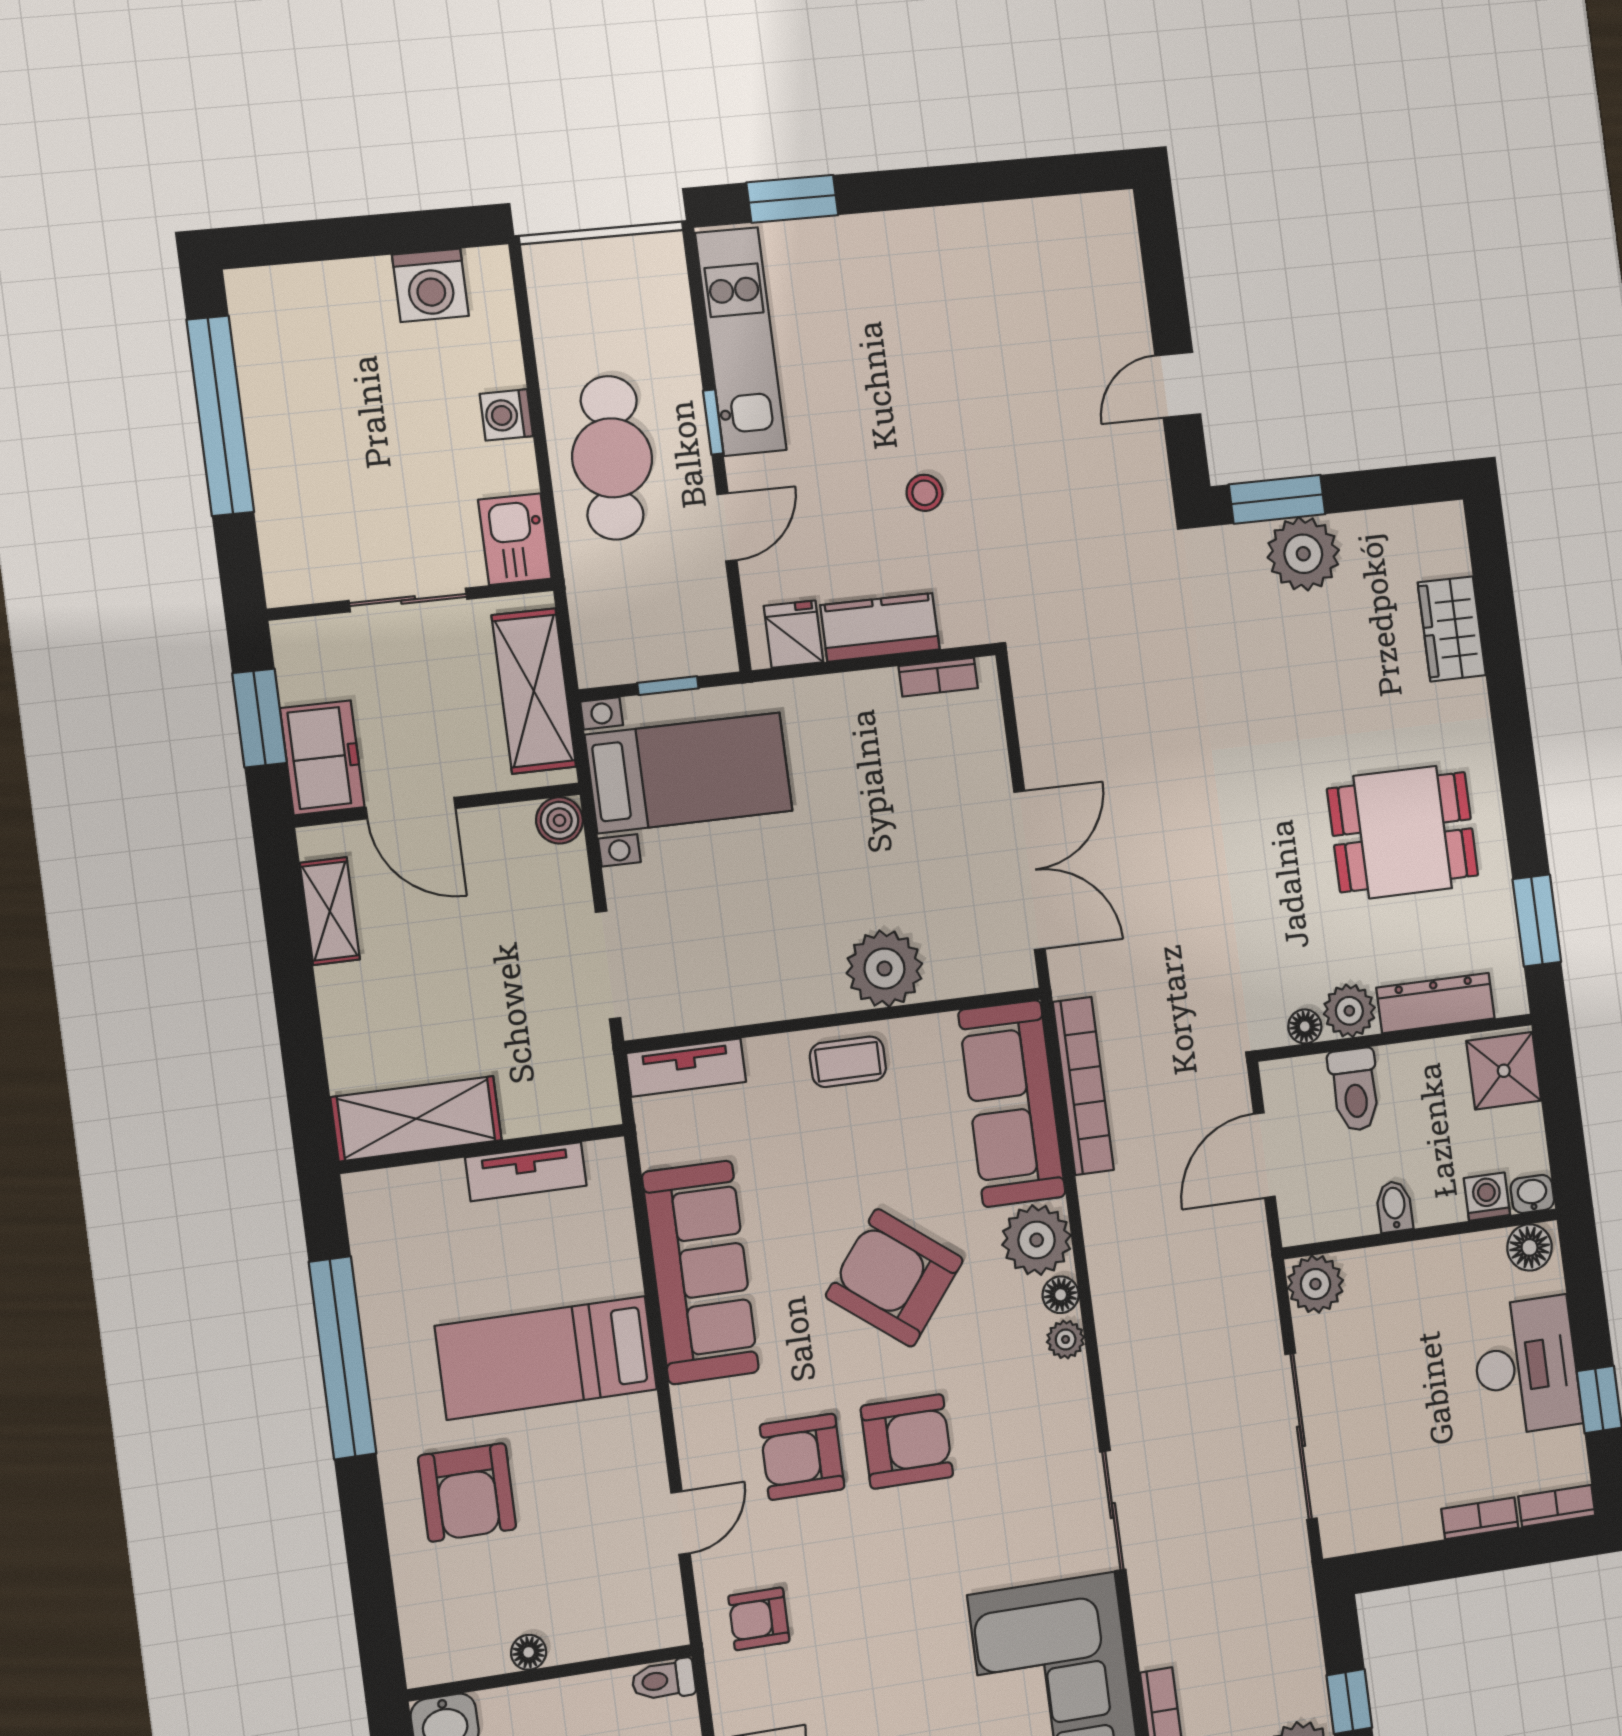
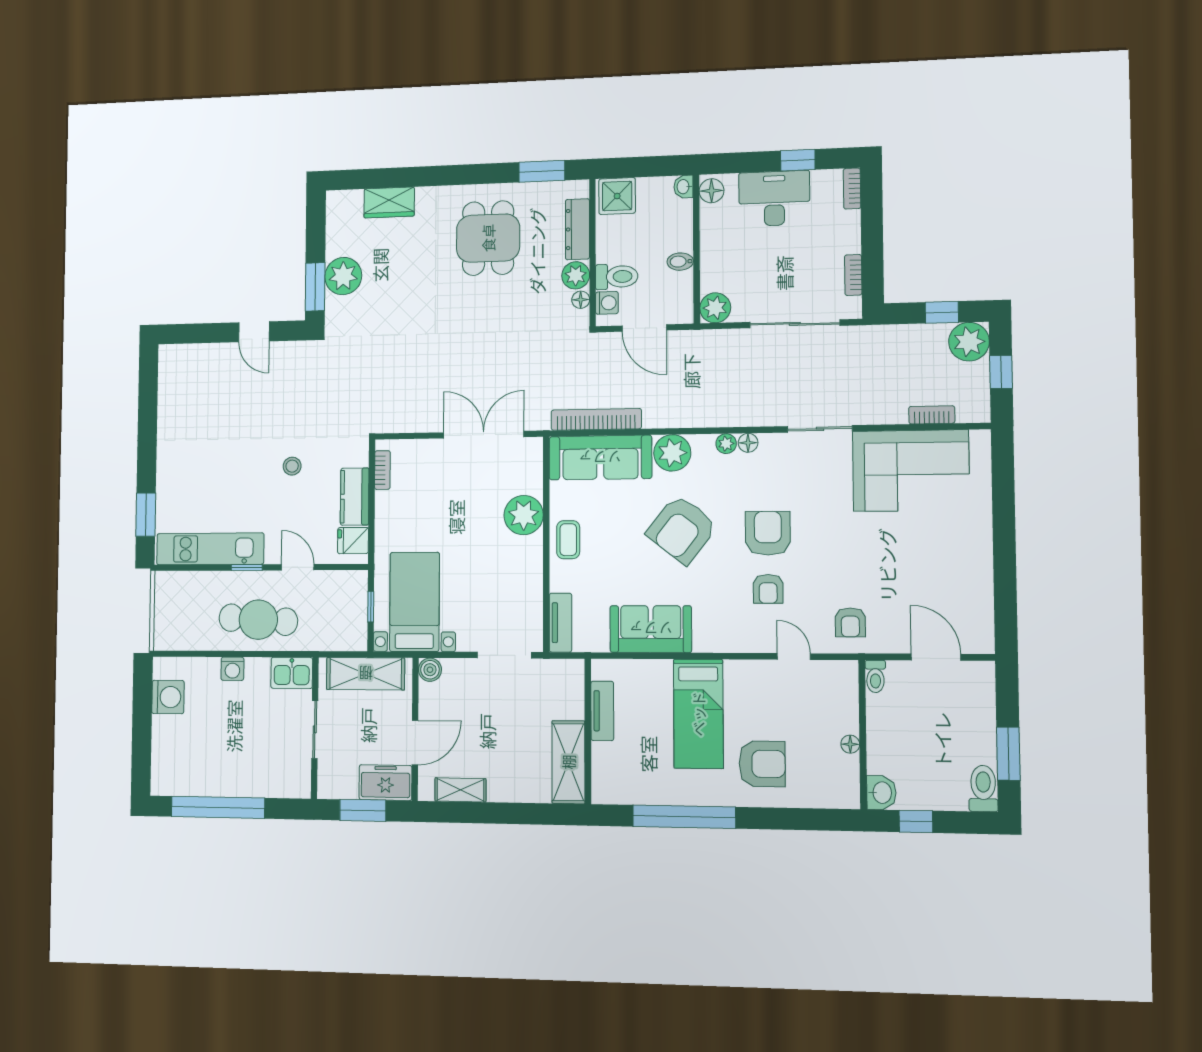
washing machine: (1487, 1197) -> (607, 303), moved, turned 180
sofa: (700, 1272) -> (651, 629), width x0.73
floor lamp: (1061, 1295) -> (748, 443), moved
armchair: (802, 1457) -> (768, 589), width x0.72, depth x0.72
bookcase: (1480, 1518) -> (853, 275), moved

